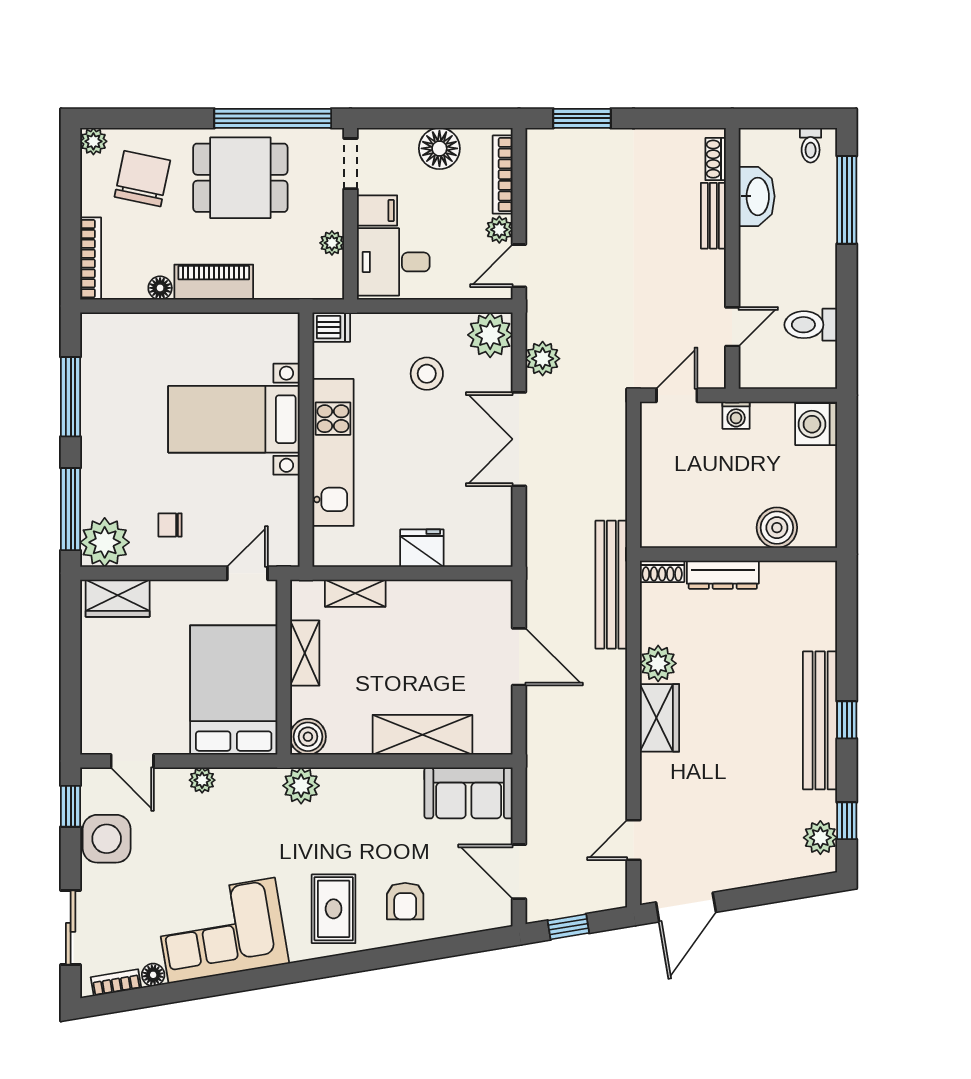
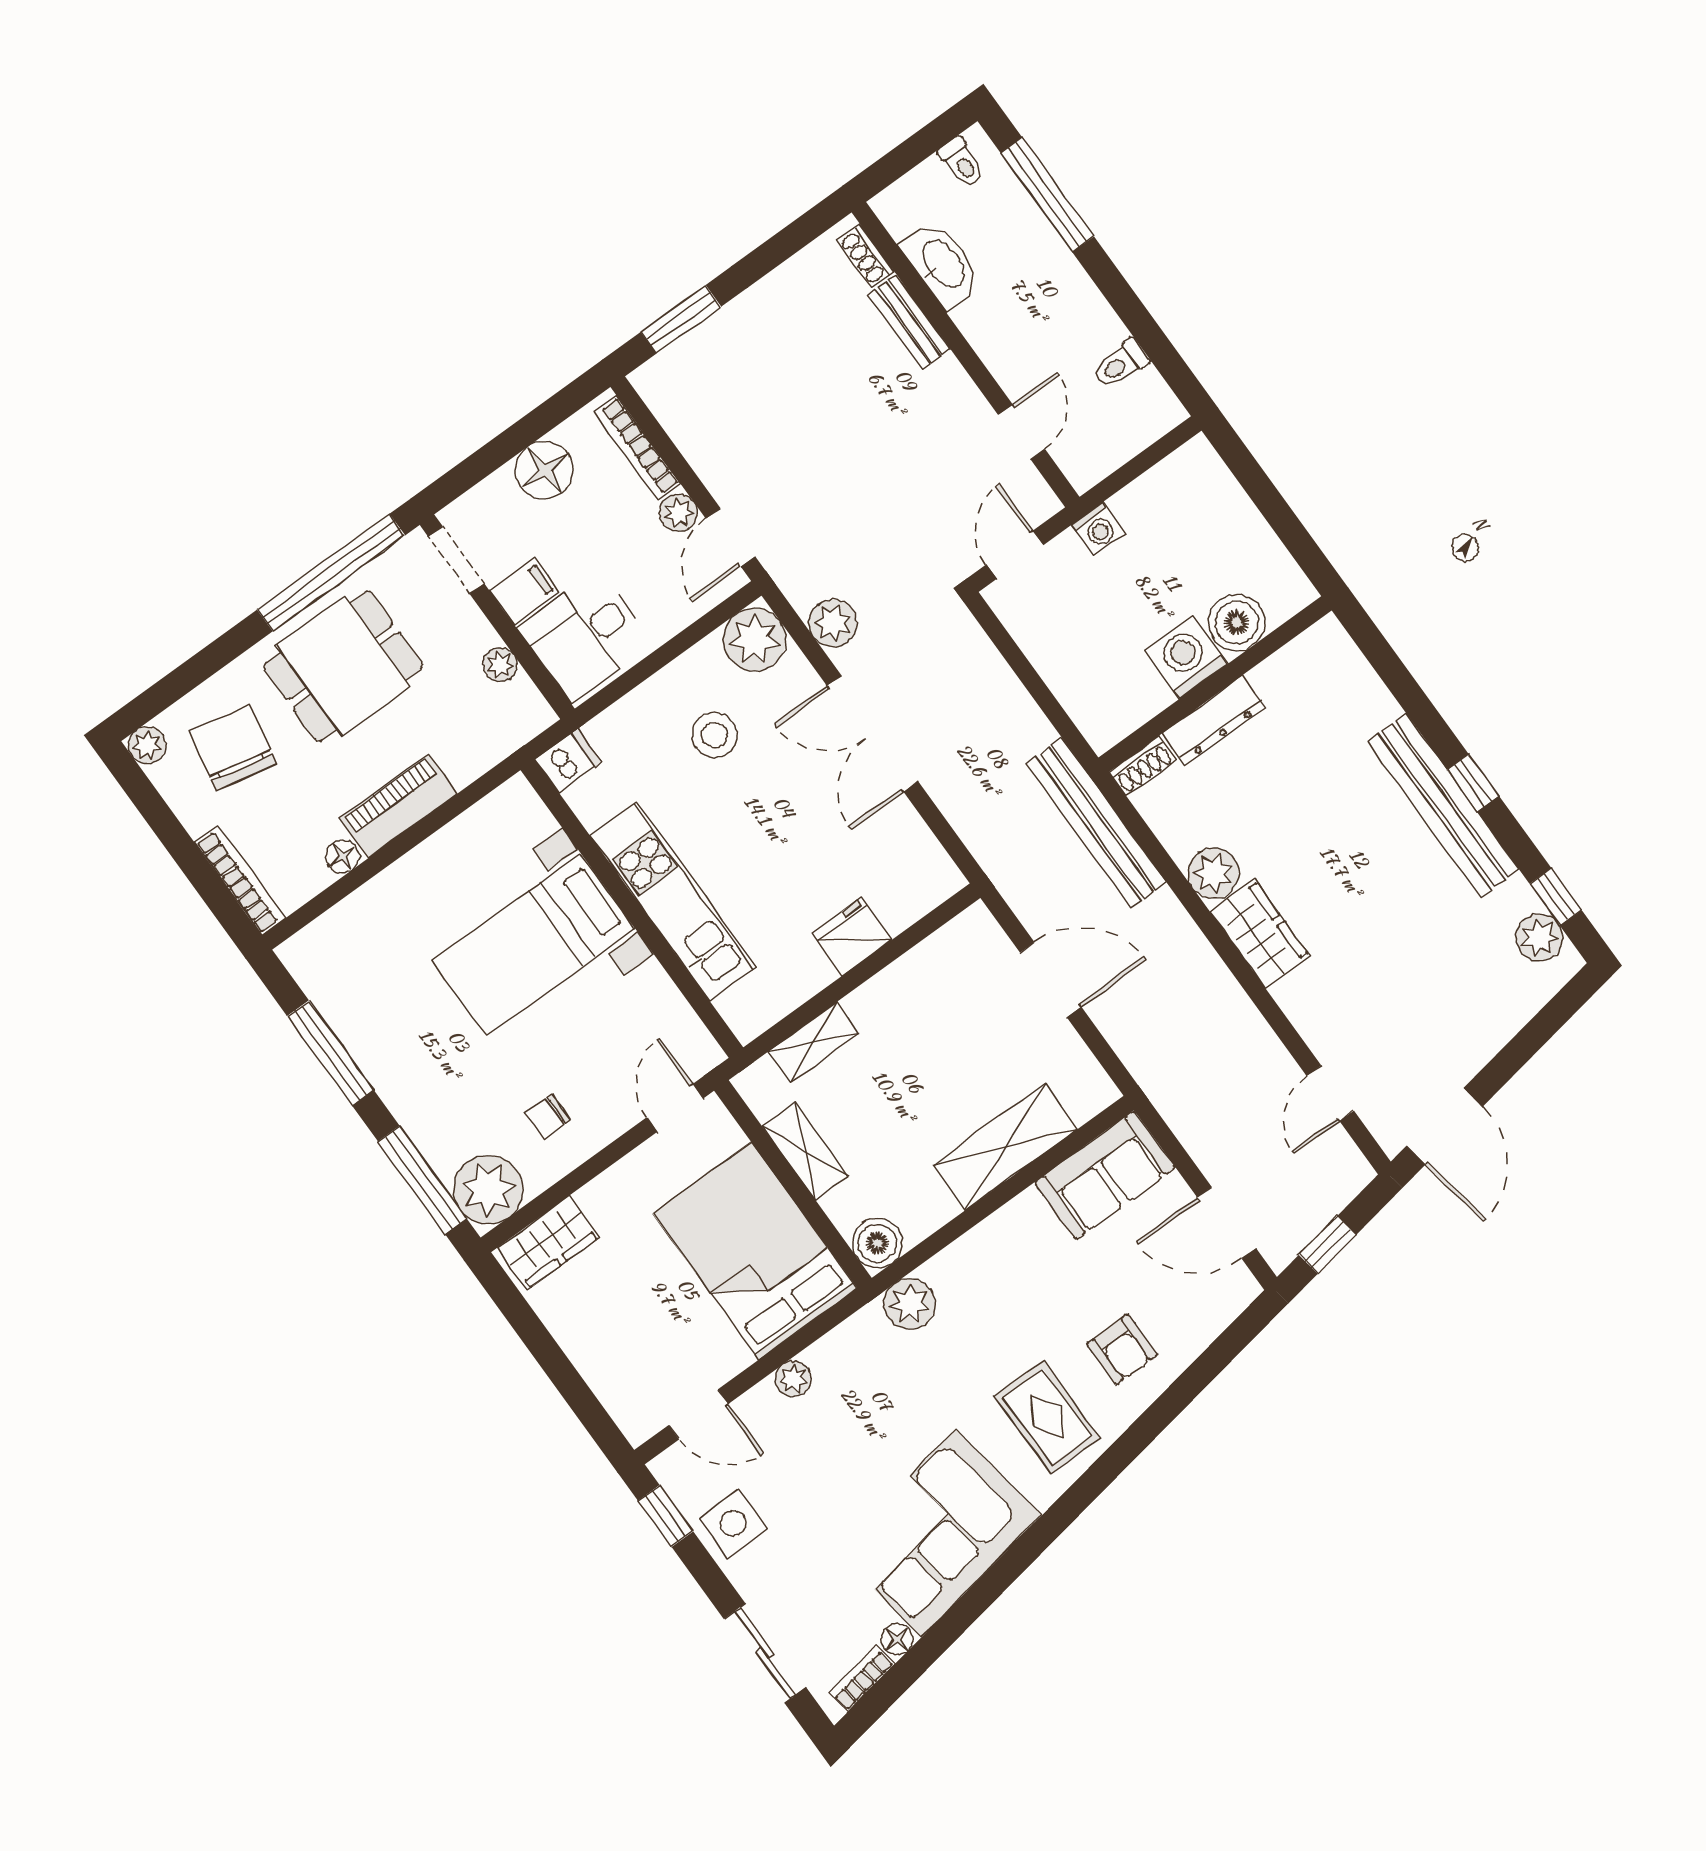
toilet: (811, 325) -> (1121, 364), width x0.73, depth x0.72
washing machine: (816, 424) -> (1186, 658), moved, turned 90
side table: (107, 839) -> (733, 1523), width x0.73, depth x0.73

